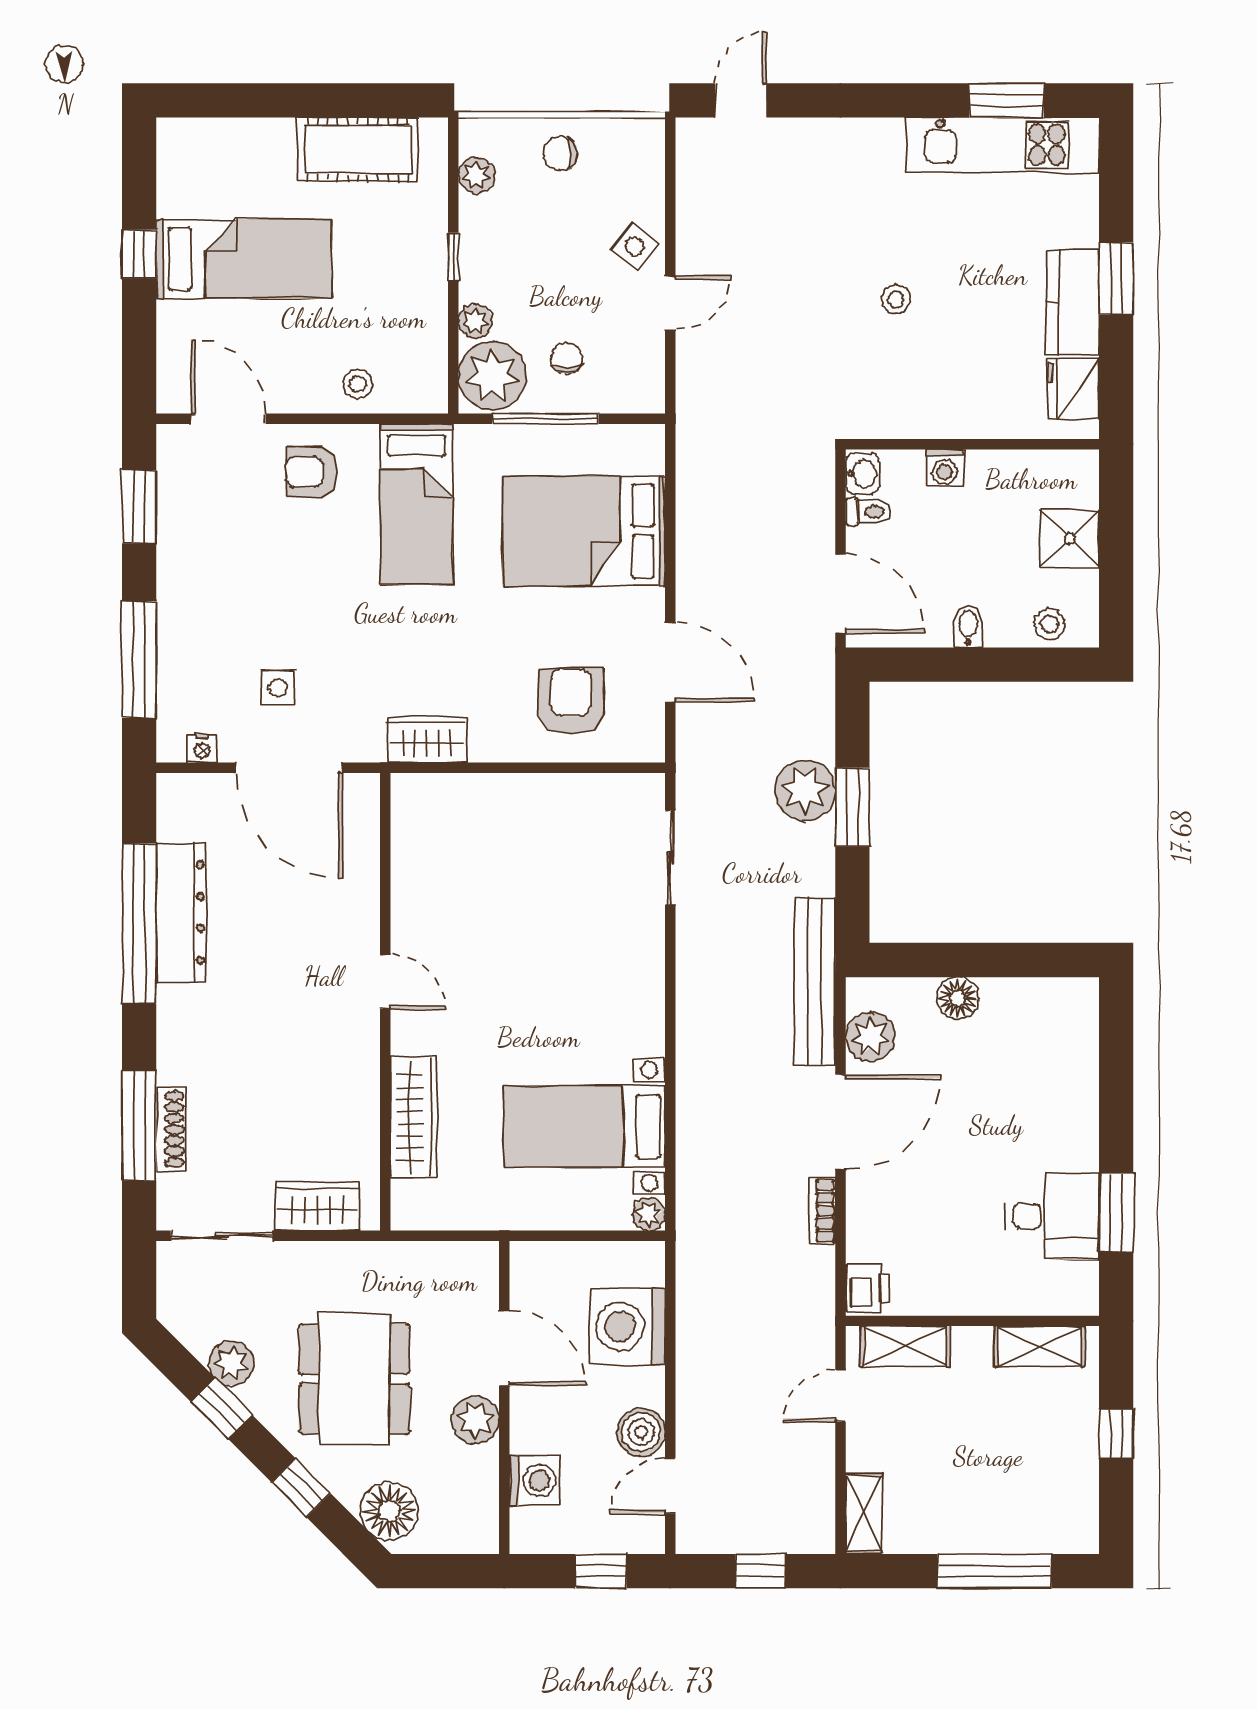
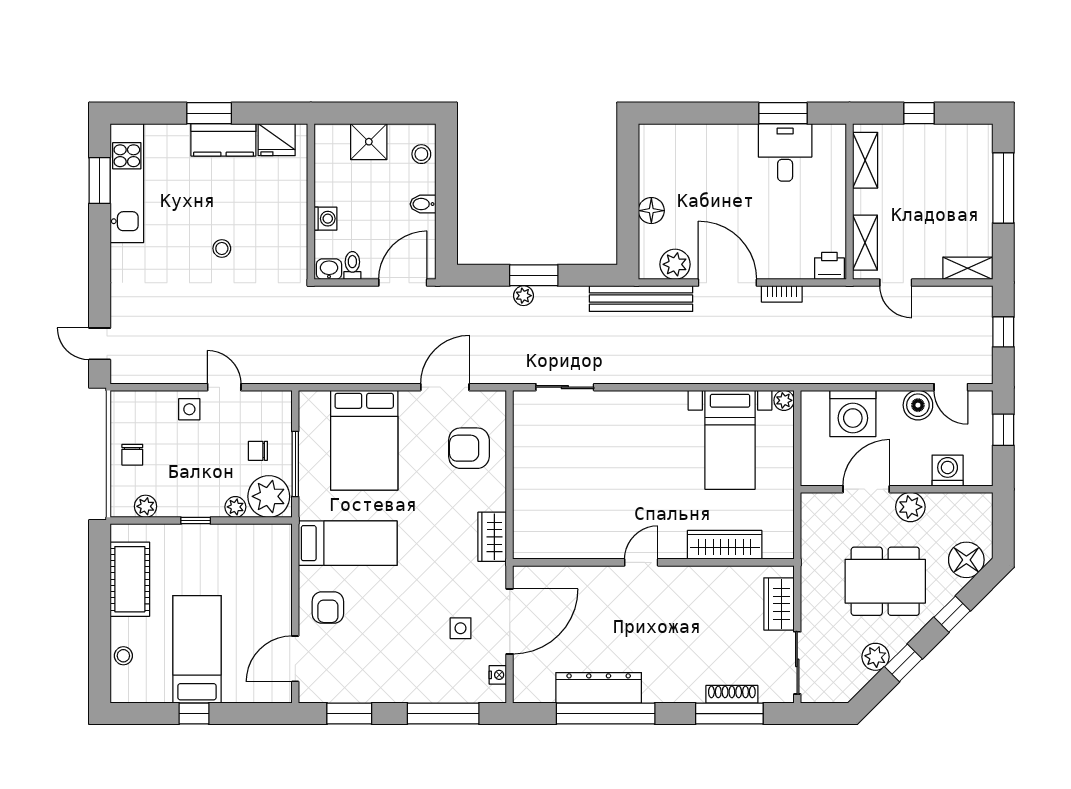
side table: (634, 246) -> (189, 409), turned -38
stool: (358, 384) -> (123, 656), moved
plant: (805, 790) -> (524, 296), width x0.53, depth x0.53

